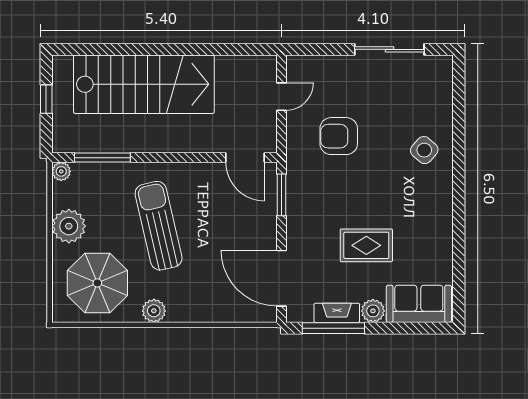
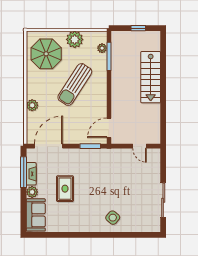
stairs: (144, 84) -> (151, 77), width x0.73, depth x0.66
armchair: (339, 136) -> (120, 175), removed
plant: (61, 171) -> (102, 48), moved
sun lounger: (159, 226) -> (75, 85), turned 136
plant: (154, 311) -> (32, 105), moved

